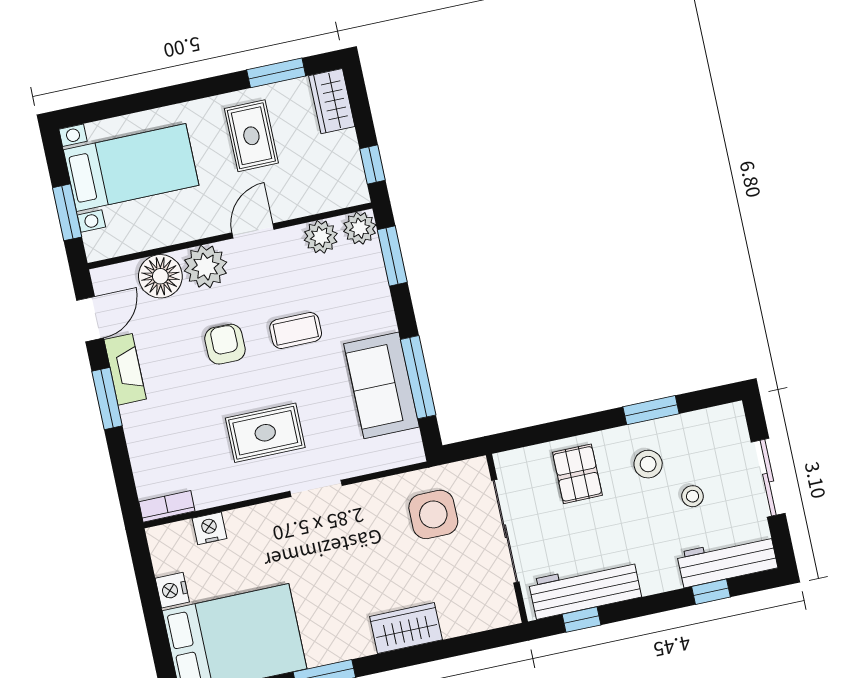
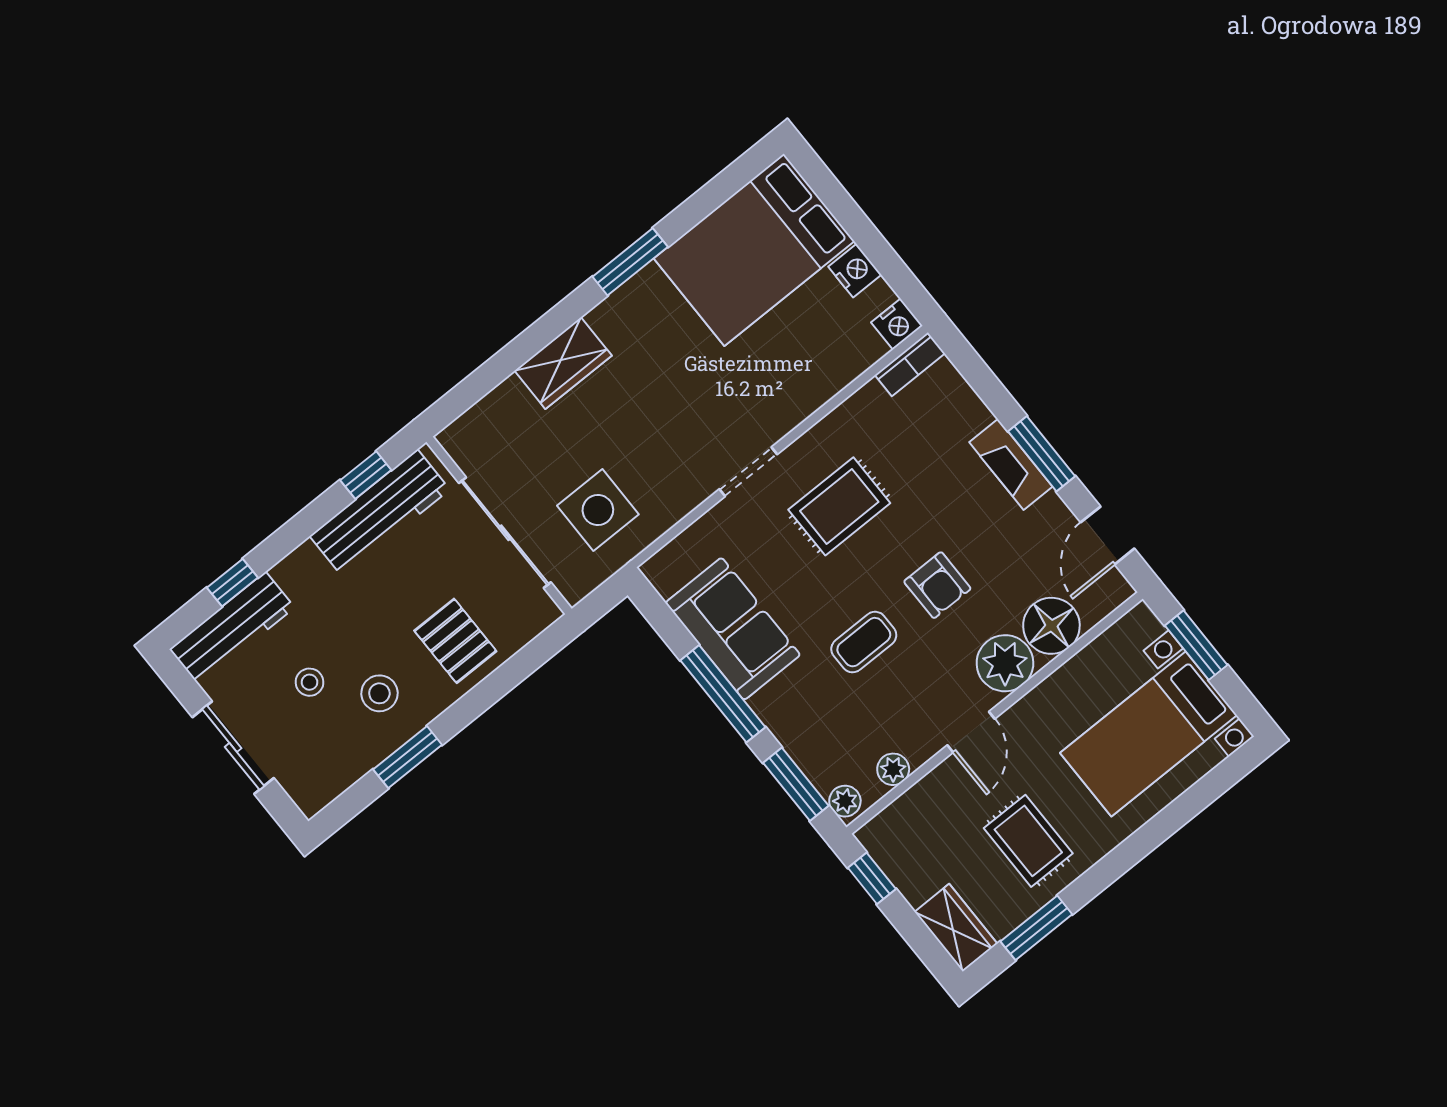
plant: (360, 228) -> (845, 801), width x0.73, depth x0.73
plant: (321, 237) -> (893, 769), width x0.73, depth x0.73
fireplace: (125, 369) -> (1011, 464), moved
window: (418, 377) -> (723, 694), moved
nightstand: (209, 528) -> (897, 324), moved

